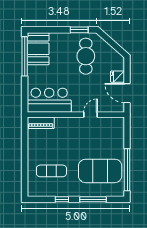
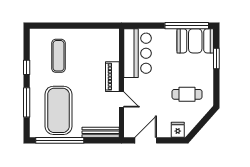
window: (79, 30) -> (216, 59), moved
cafe table: (86, 56) -> (187, 94), width x0.73, depth x0.74
fridge: (118, 77) -> (178, 130), moved
piano: (41, 123) -> (112, 77), moved
bench: (120, 133) -> (101, 132), added

